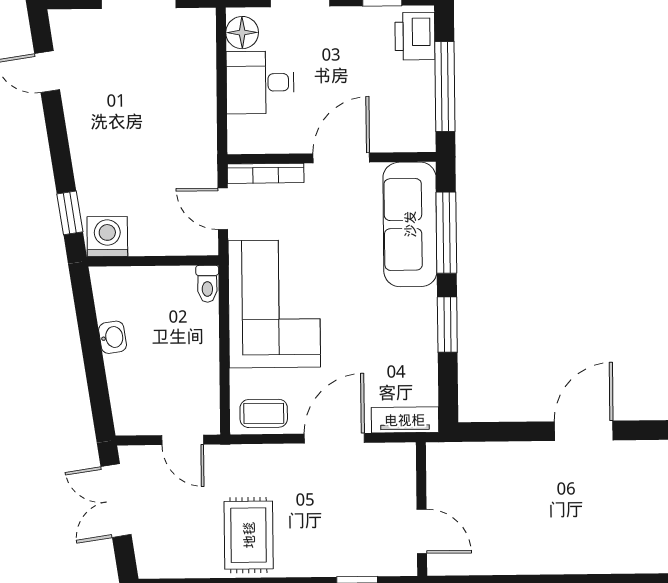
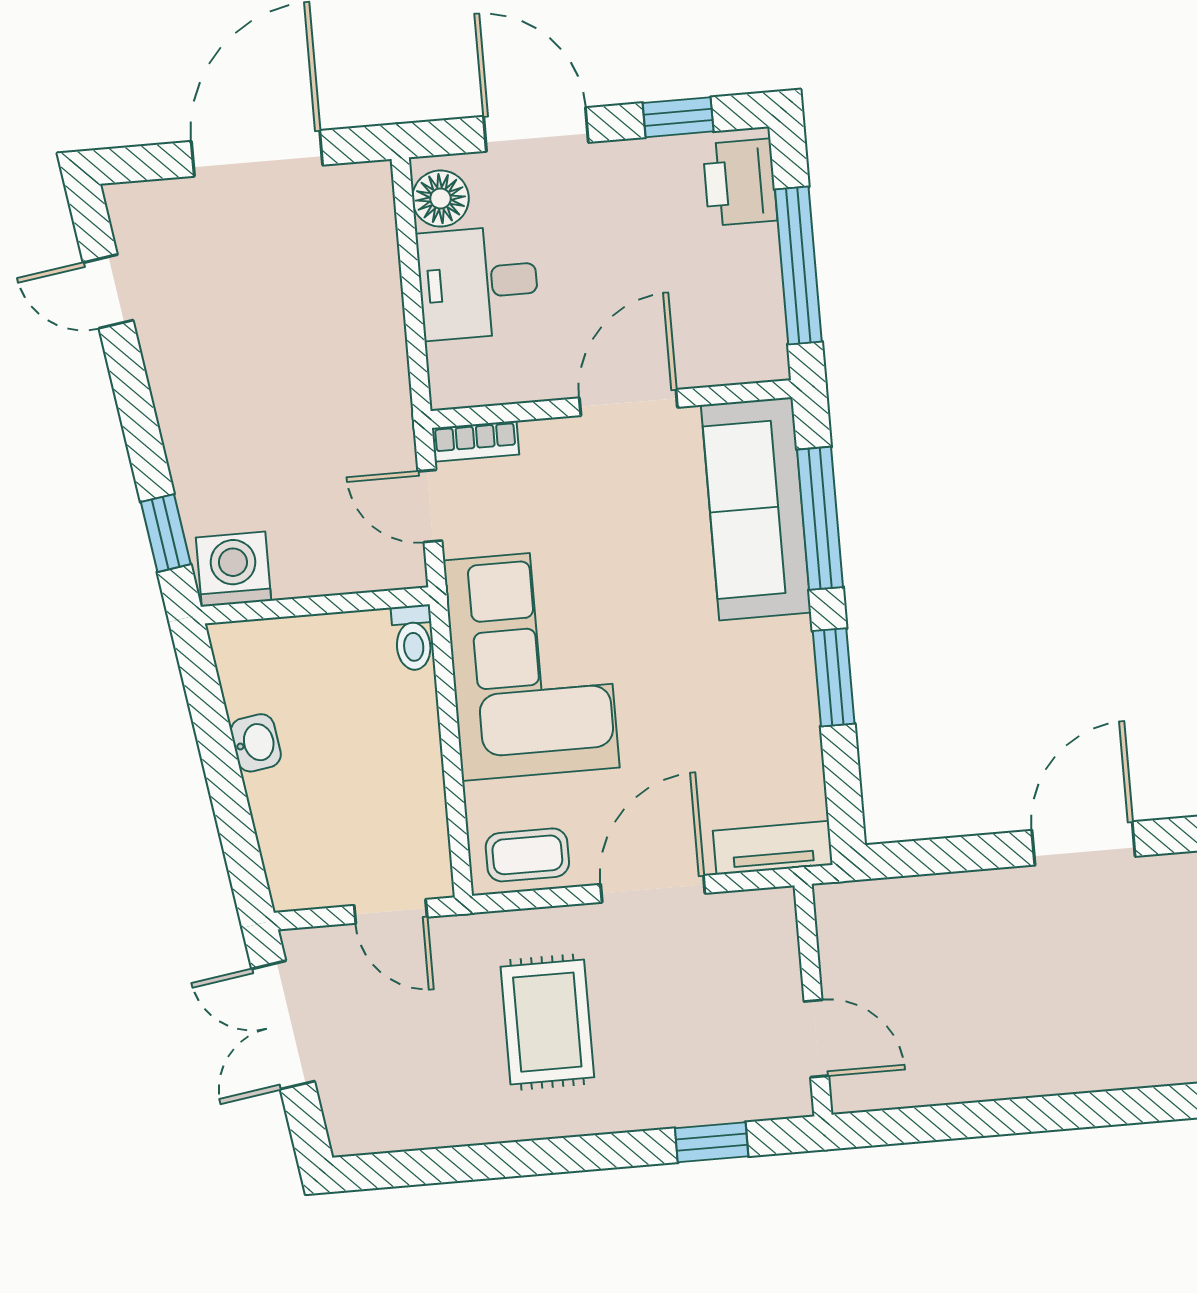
bookcase: (266, 173) -> (475, 441), width x0.64
rug: (249, 535) -> (547, 1022), moved

